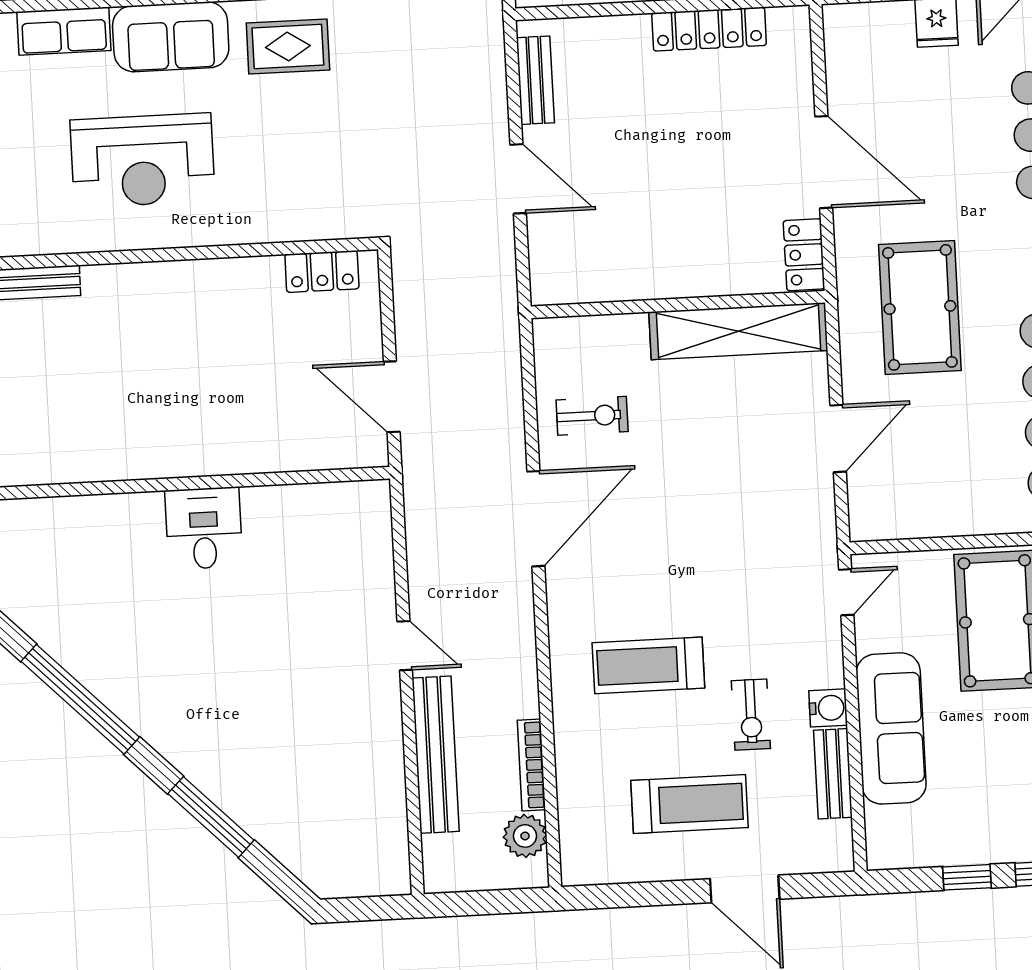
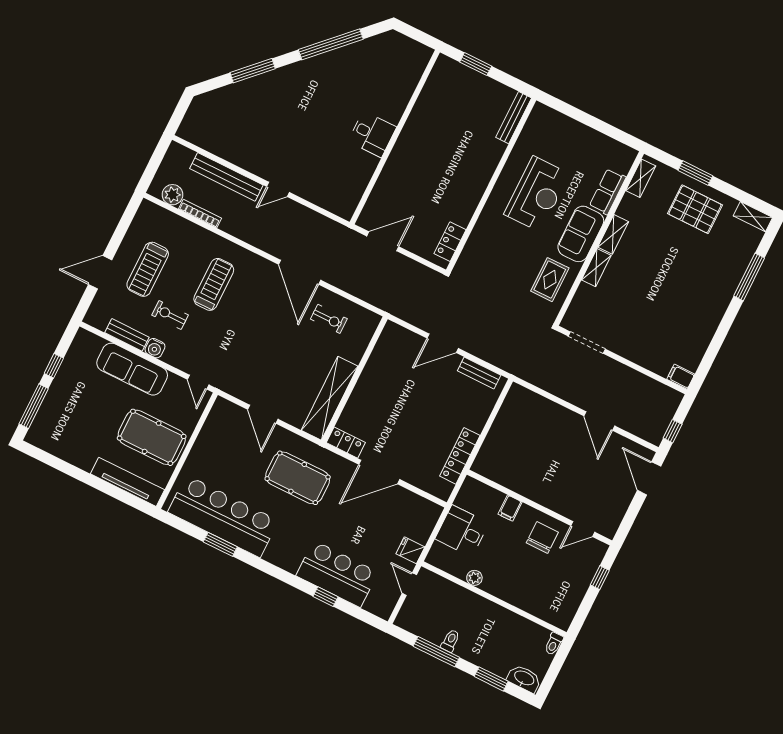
reception desk: (143, 160) -> (537, 194), turned 180
exercise bike: (592, 416) -> (329, 319), turned -90

